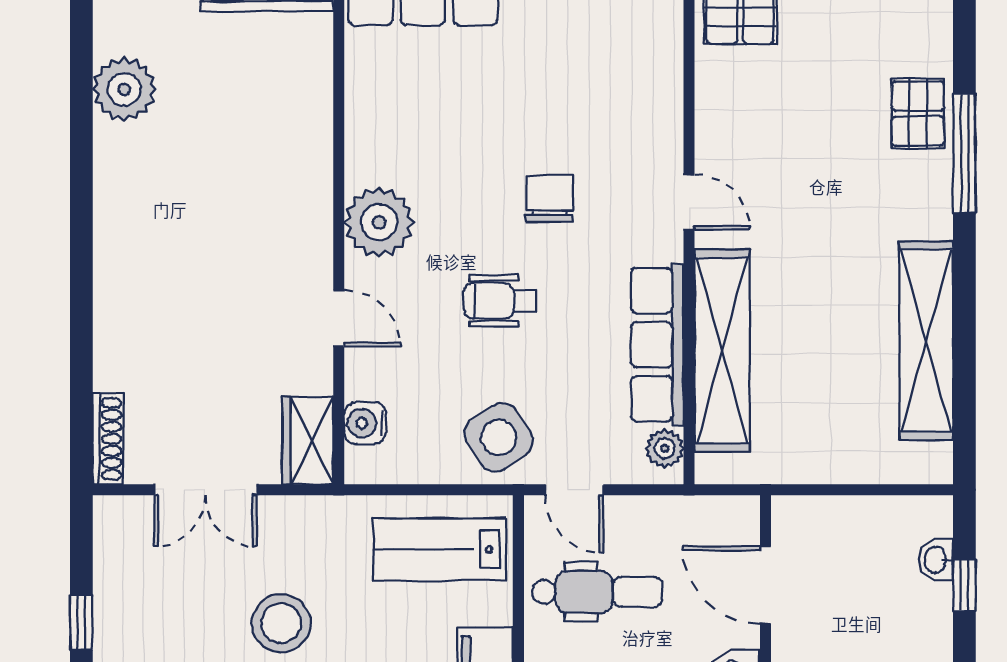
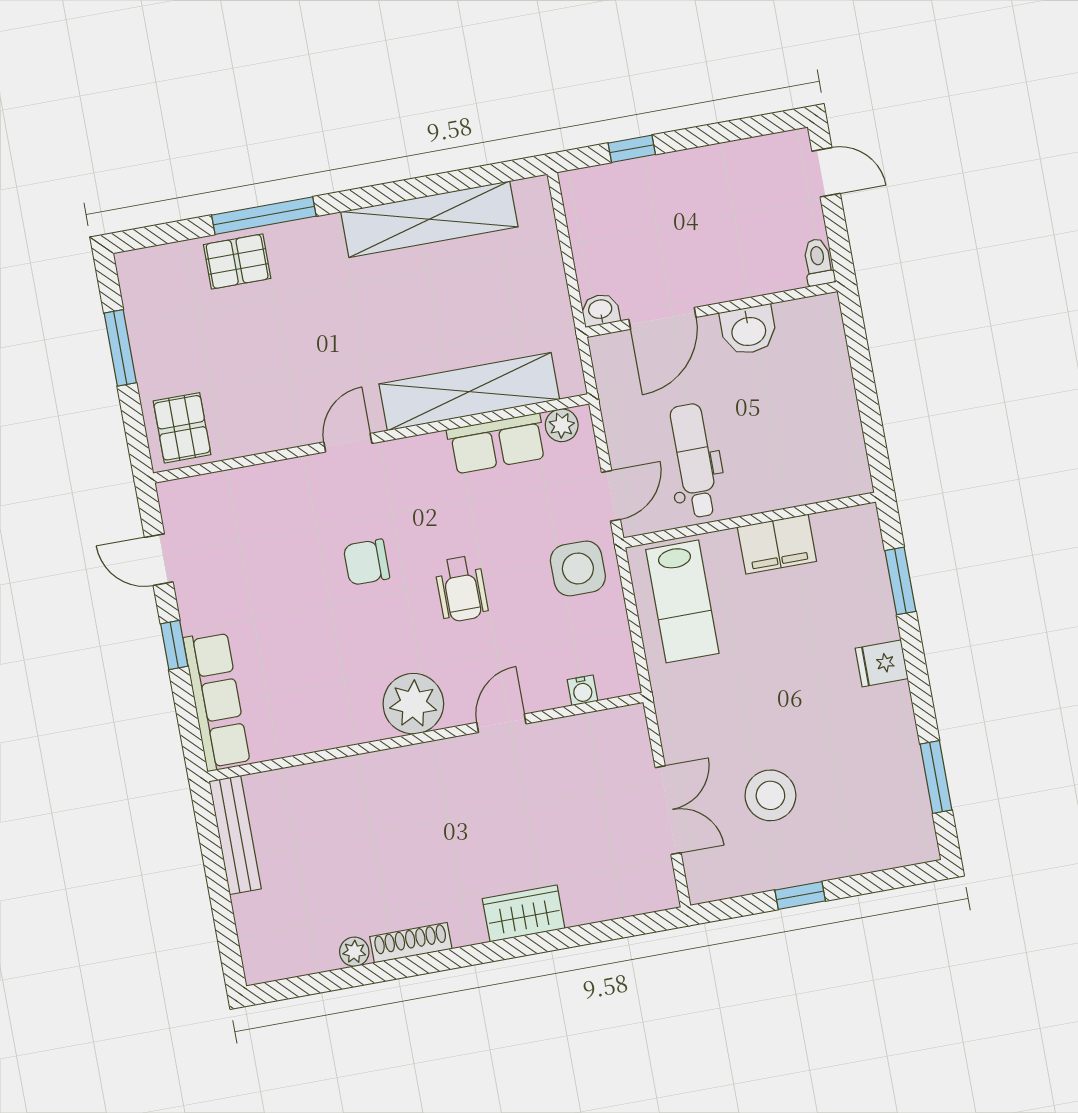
plant: (124, 89) -> (354, 952), width x0.53, depth x0.53
row of seats: (657, 345) -> (497, 444), width x0.68
water cooler: (365, 423) -> (582, 690), width x0.72, depth x0.72
side table: (499, 437) -> (578, 568), turned 34
shoe rack: (108, 439) -> (411, 943), moved
wardrobe: (308, 441) -> (524, 913), moved, turned 180
washbasin: (936, 560) -> (600, 310), moved, turned 180
stool: (281, 623) -> (770, 795), moved

